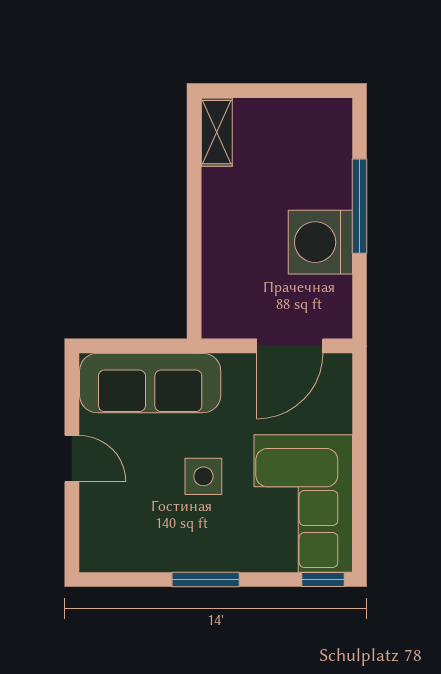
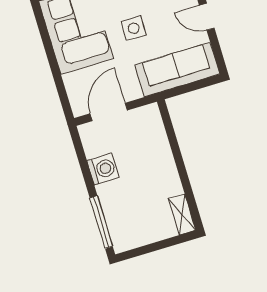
window: (360, 206) -> (101, 222), moved
washing machine: (320, 242) -> (103, 169), width x0.73, depth x0.73

